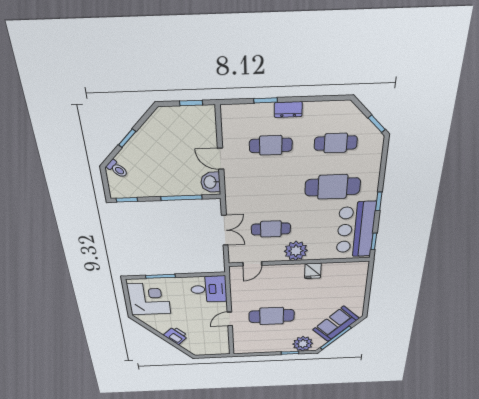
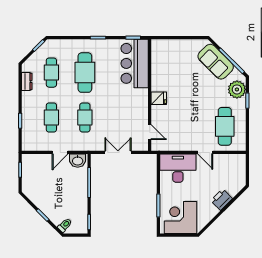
dresser: (288, 110) -> (27, 82), moved
cafe table: (271, 229) -> (85, 117), moved
bar counter: (356, 230) -> (135, 63), moved, turned 90
plant: (296, 251) -> (139, 98), removed
fridge: (313, 271) -> (159, 98), moved
desk: (209, 289) -> (178, 168), width x1.37
cafe table: (272, 316) -> (225, 126), moved

